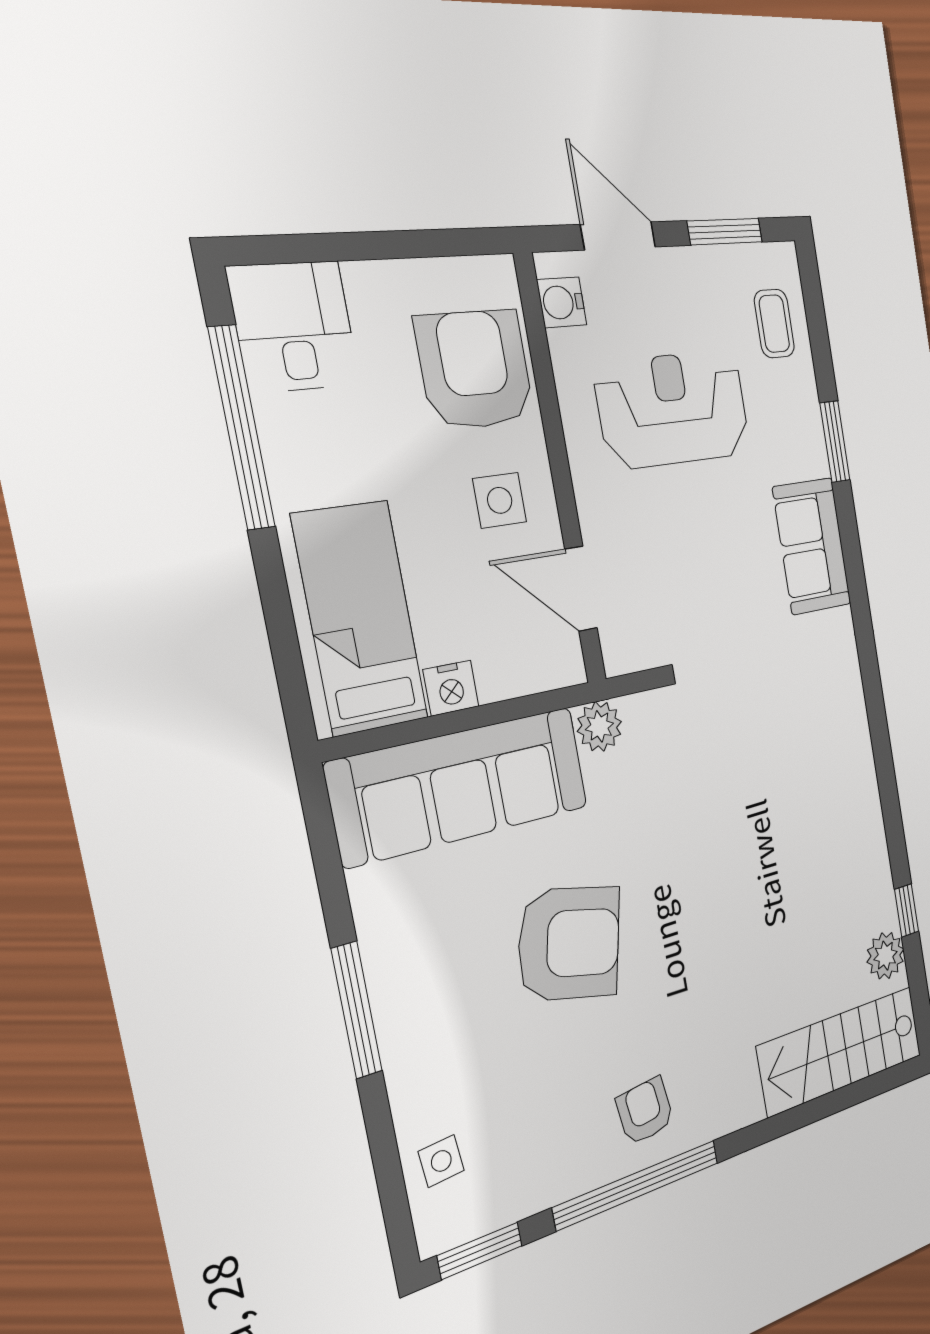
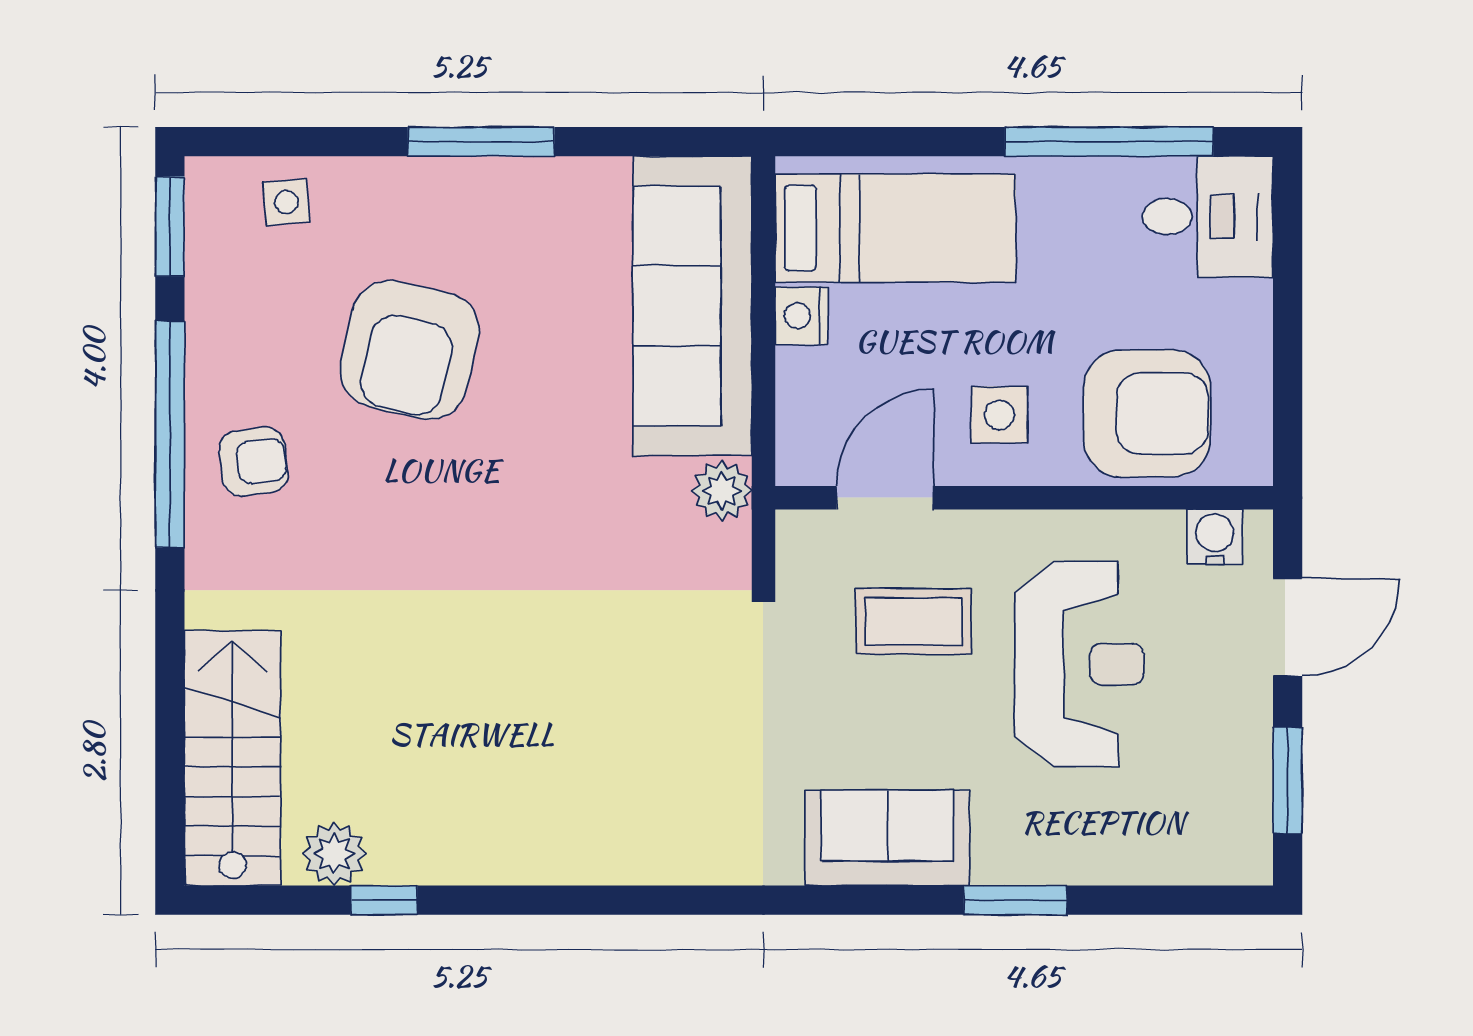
coffee table: (774, 324) -> (914, 621), moved, width x1.36, depth x1.30
armchair: (569, 943) -> (410, 350), moved

